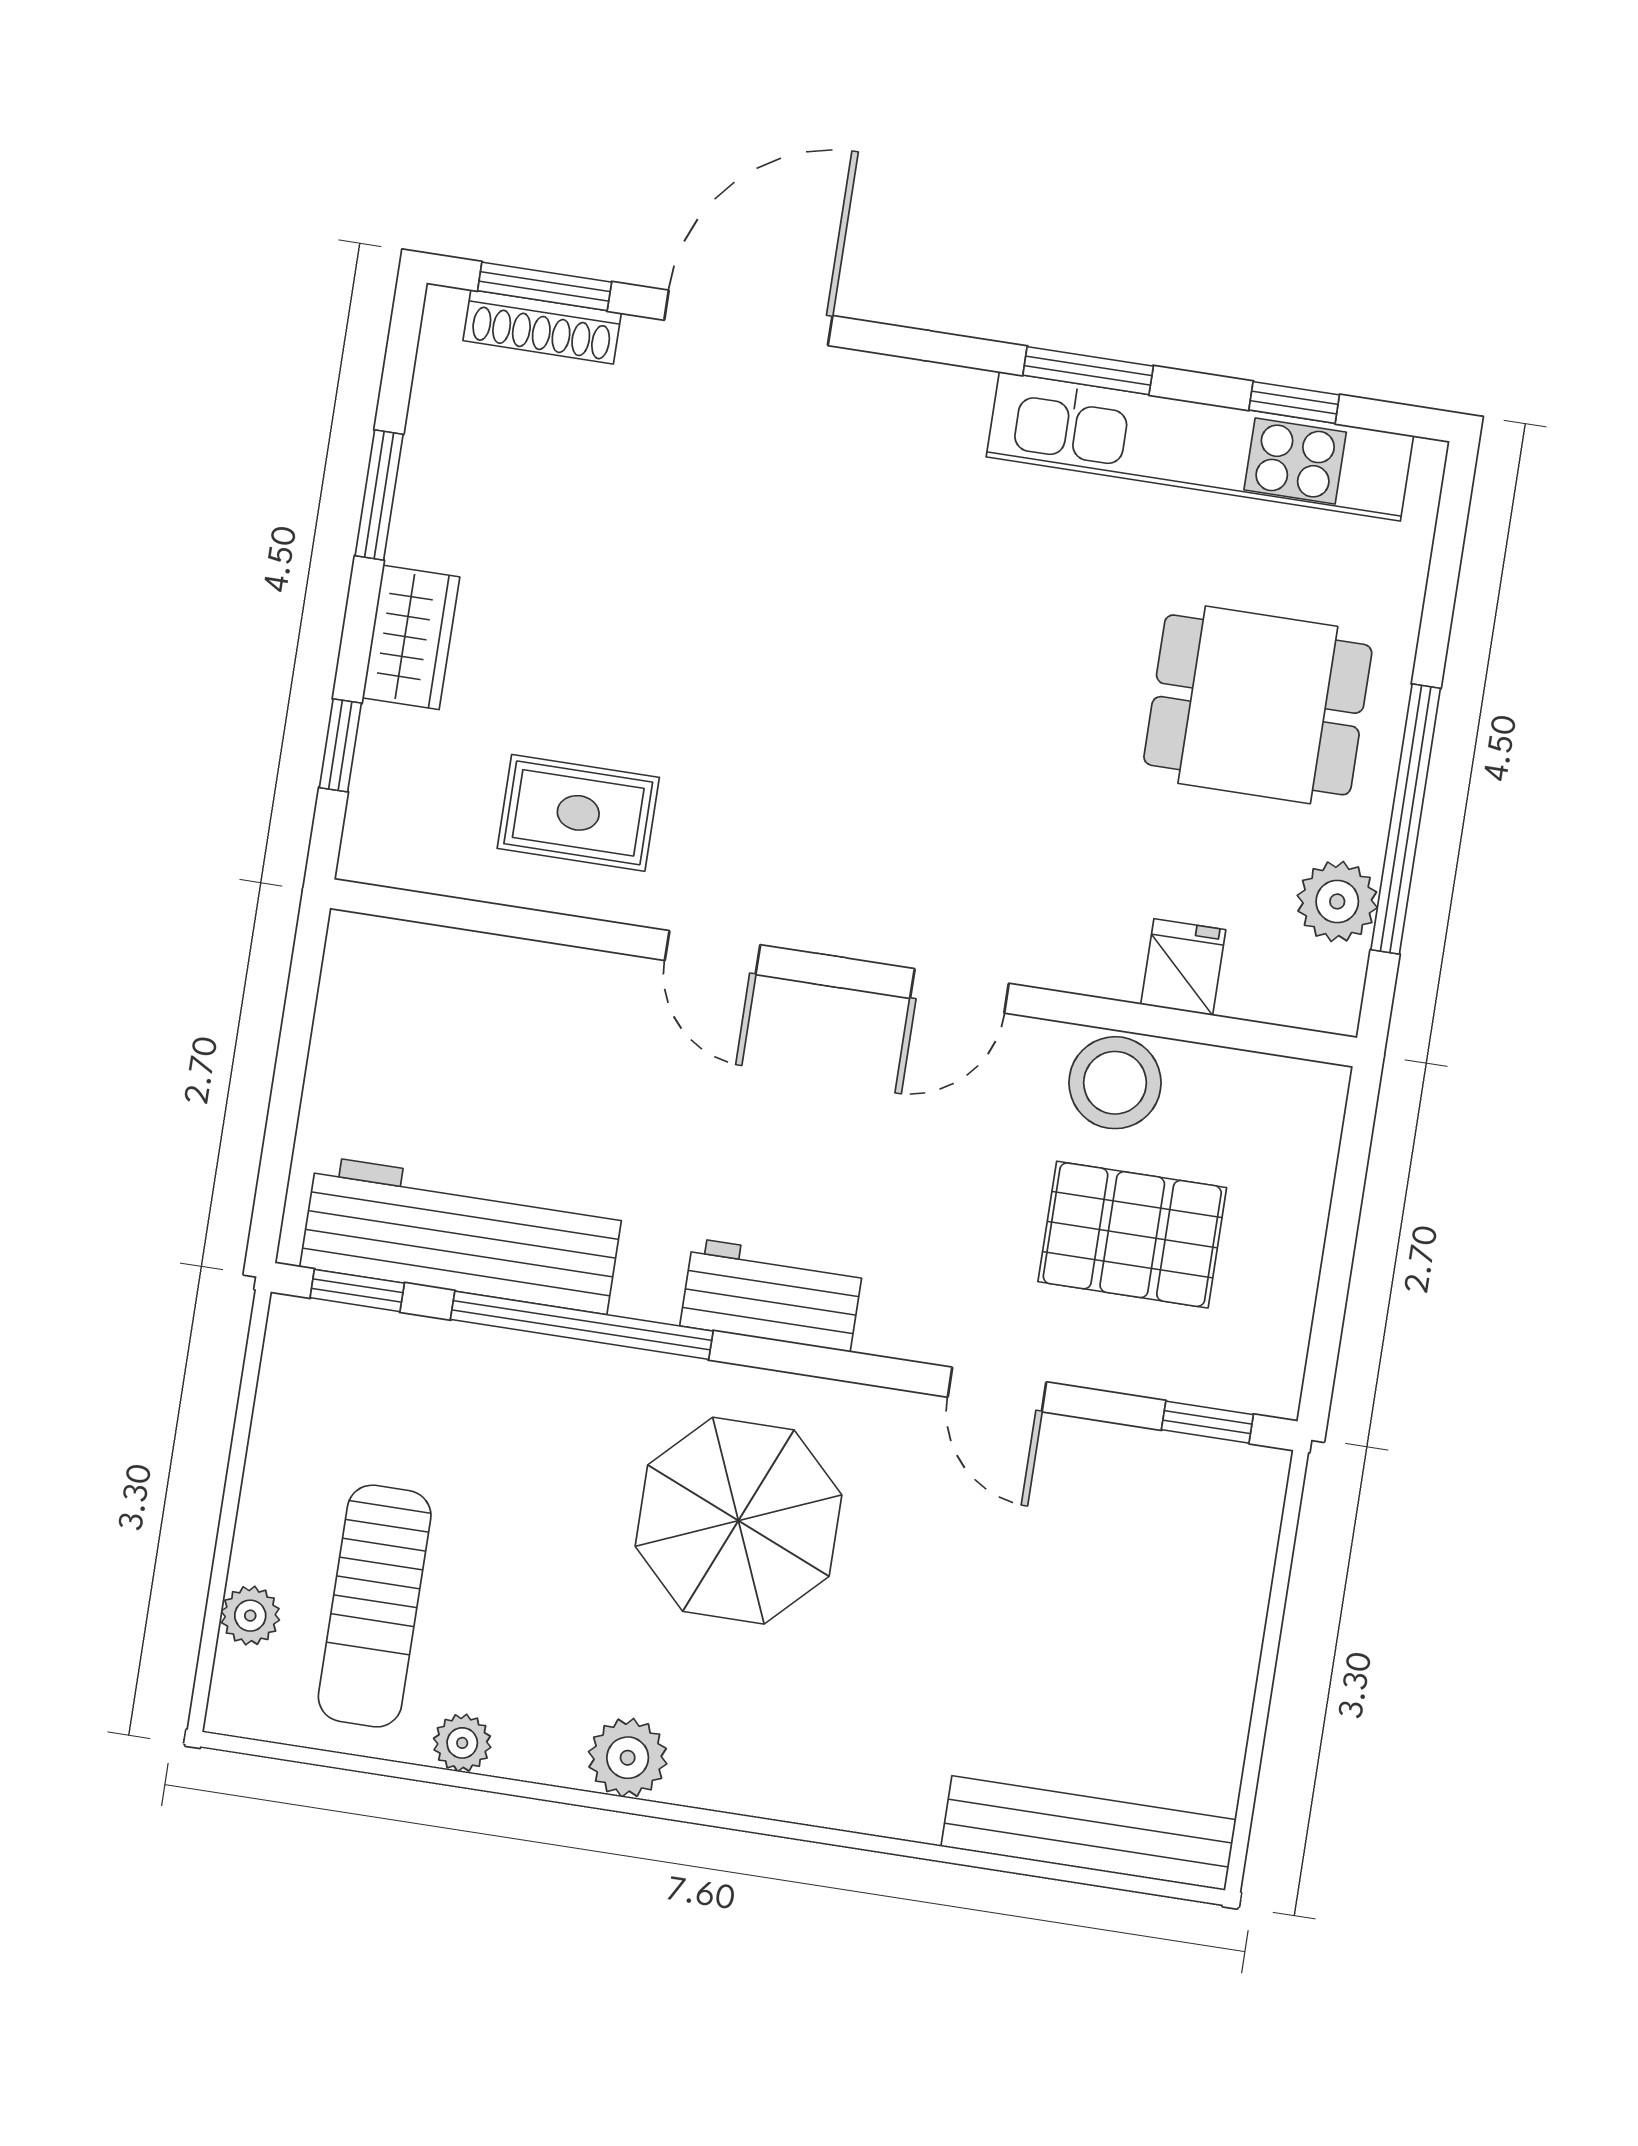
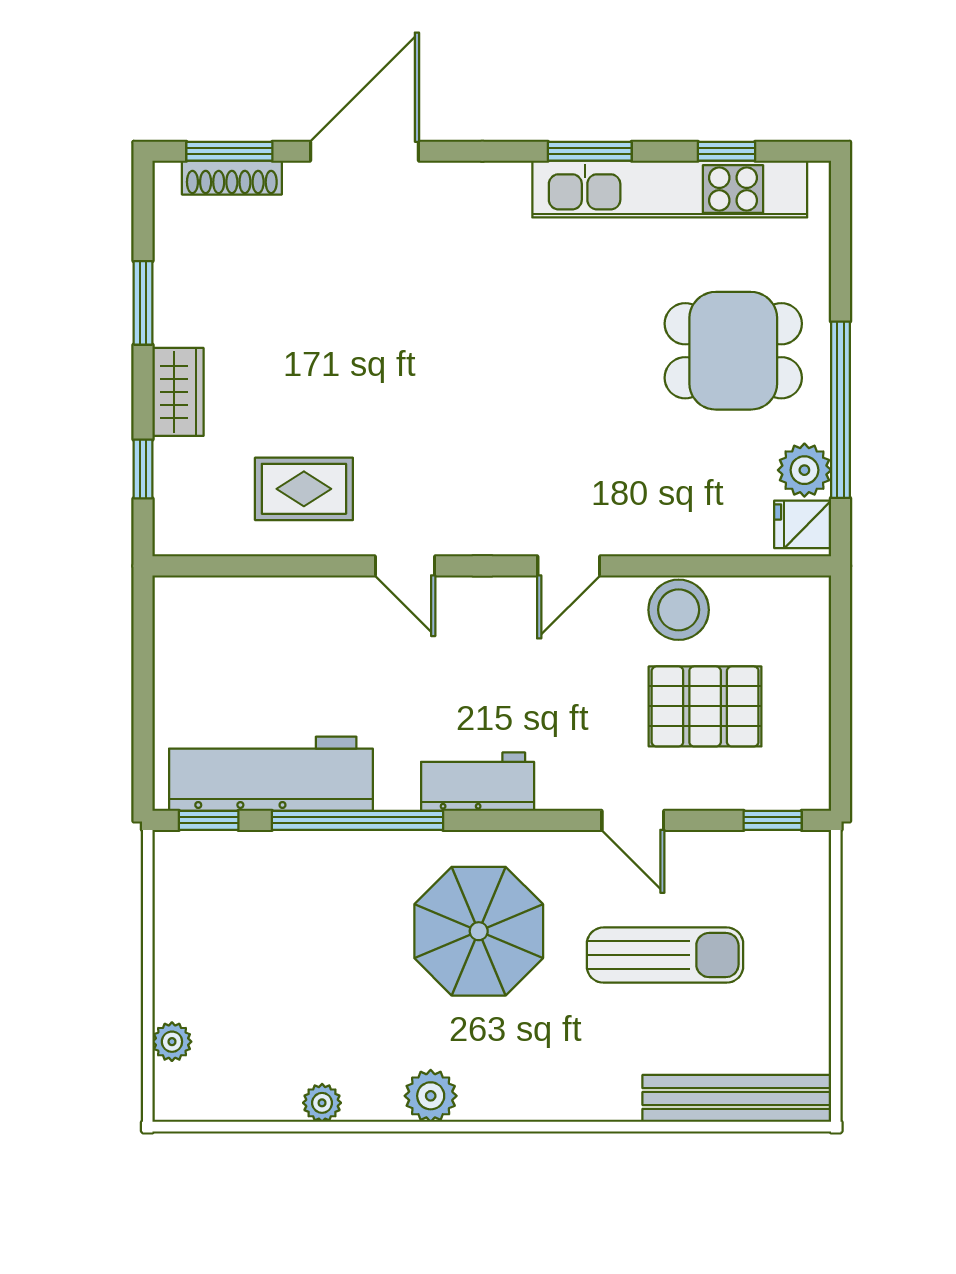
fridge: (1183, 967) -> (803, 524), moved, turned -90
sun lounger: (375, 1606) -> (665, 955), moved, turned -90

